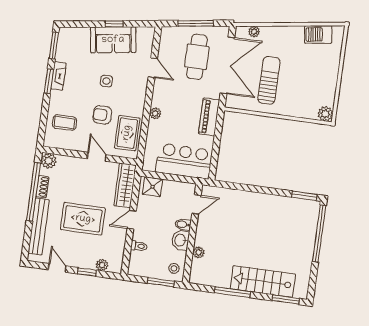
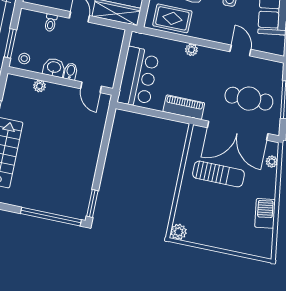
barbecue: (318, 34) -> (265, 213), moved
door: (153, 68) -> (240, 50), swing flipped
shower: (153, 187) -> (113, 42), removed

